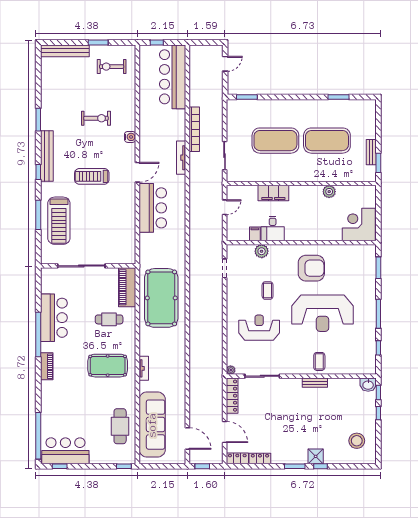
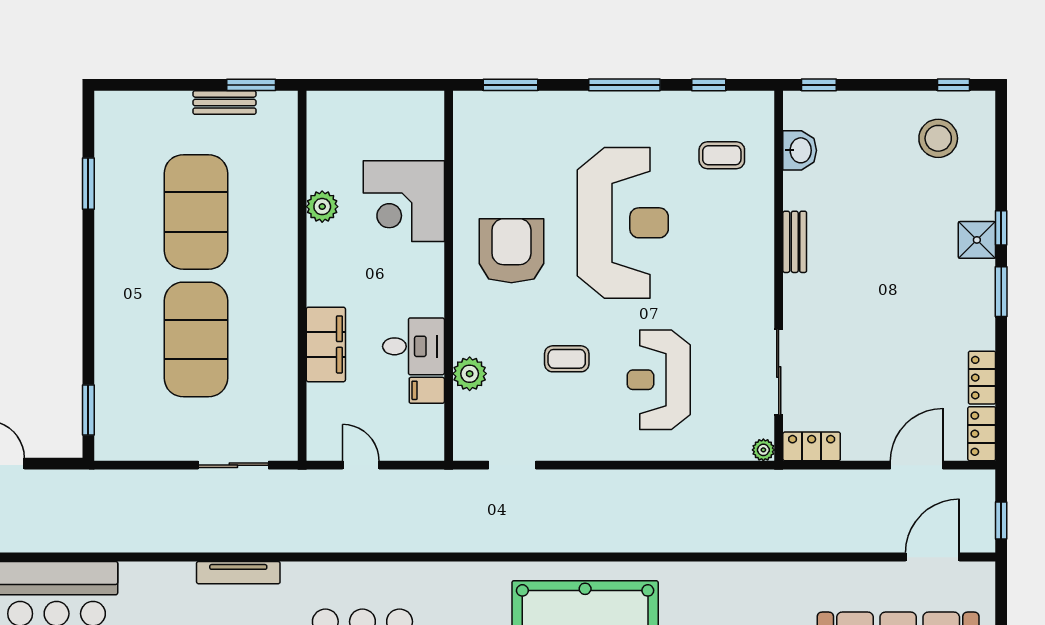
bookcase: (194, 129) -> (168, 540), removed
corner desk: (359, 225) -> (404, 201), moved
coffee table: (319, 361) -> (722, 155), moved
washbasin: (368, 385) -> (800, 150), moved
locker: (232, 396) -> (812, 446), width x0.66
window: (378, 413) -> (954, 85), moved

